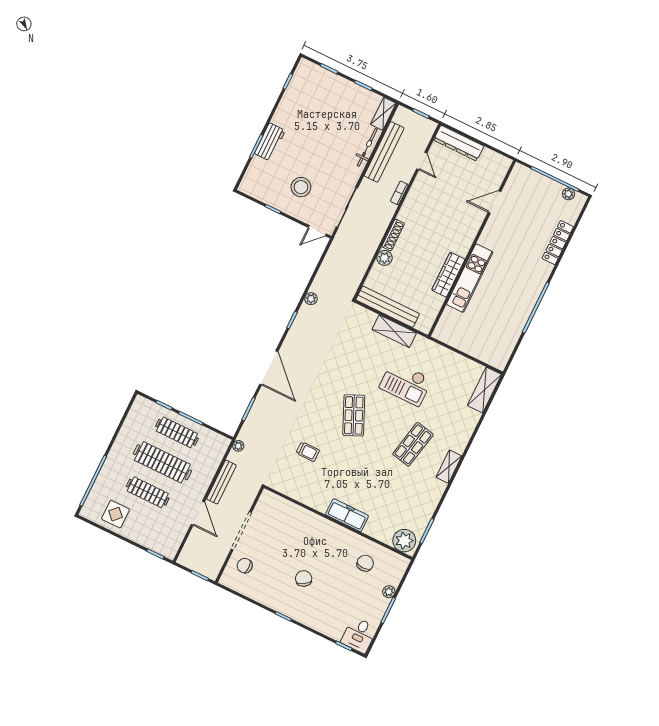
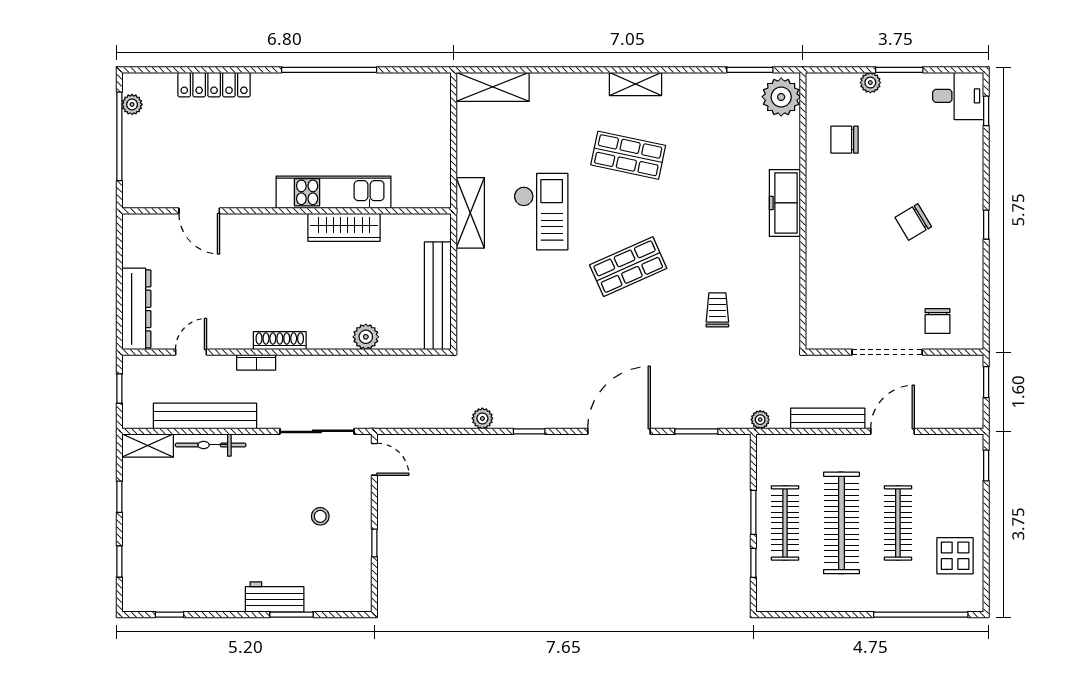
stool: (301, 187) -> (320, 516), width x0.53, depth x0.53
shoe rack: (393, 235) -> (280, 341), moved
shelving: (394, 331) -> (470, 213), moved

